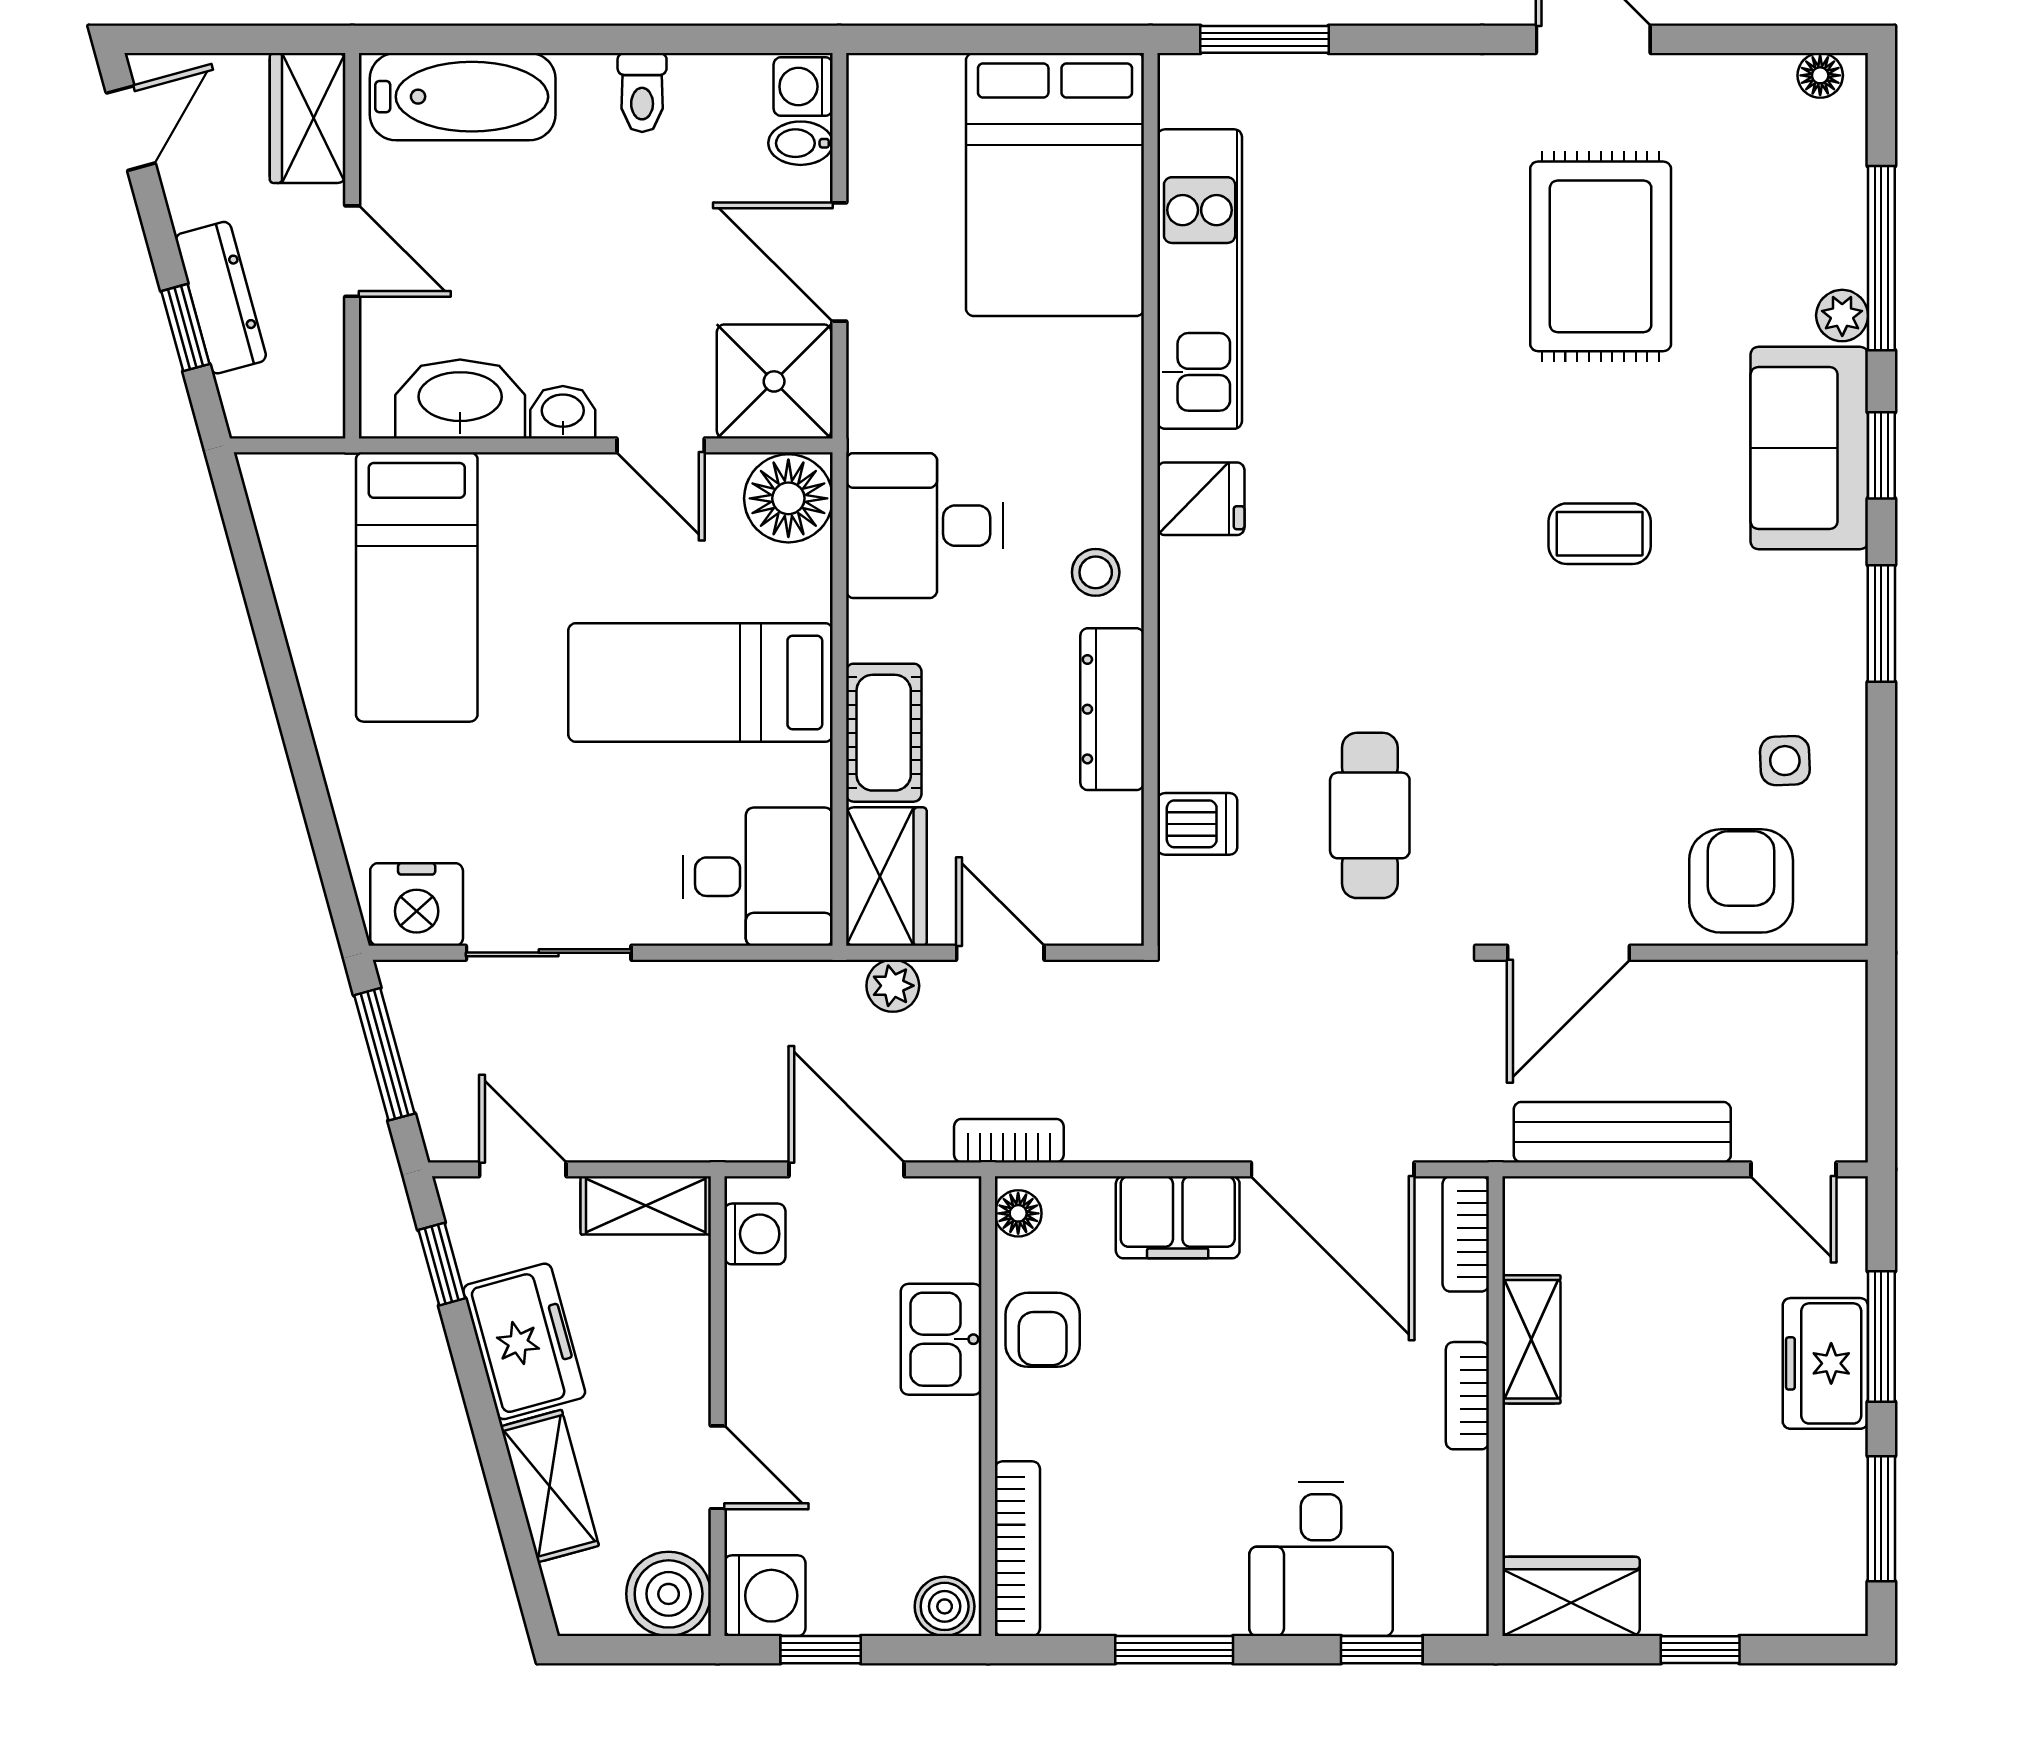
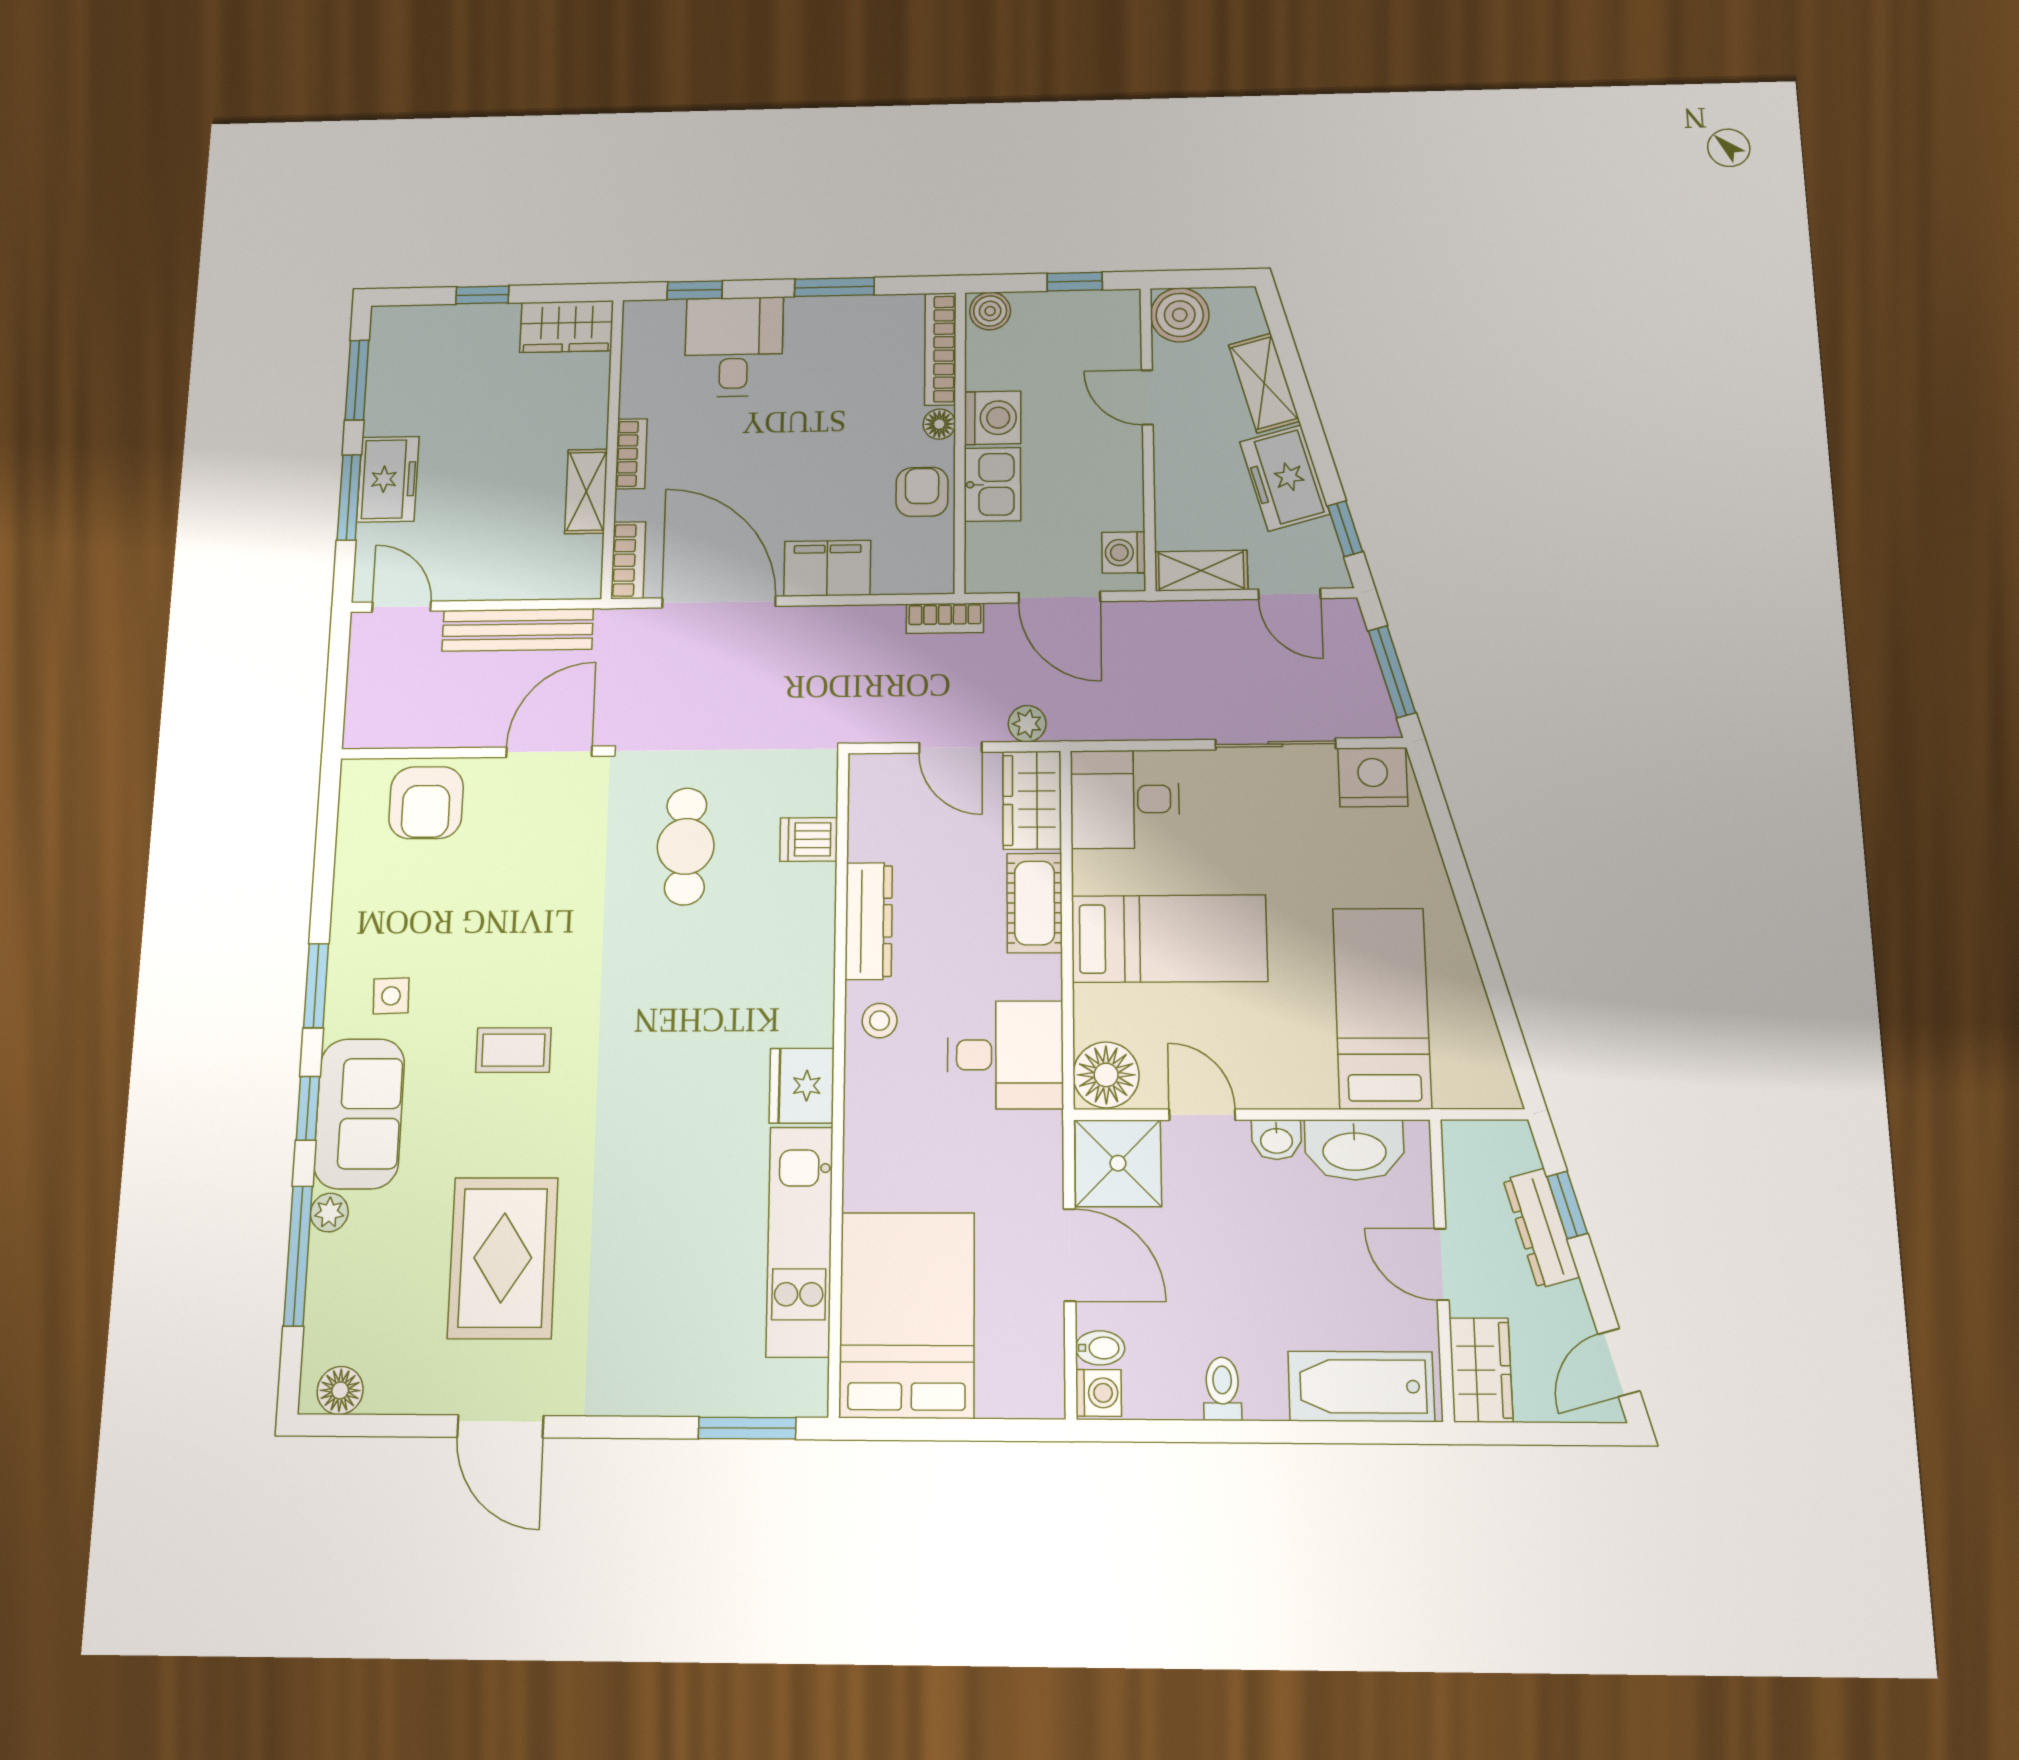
floor lamp: (1820, 75) -> (340, 1390), width x1.37, depth x1.37
fridge: (1201, 499) -> (802, 1086), width x1.38
side table: (1785, 761) -> (391, 996), moved
floor lamp: (1018, 1213) -> (939, 424), moved
washing machine: (765, 1596) -> (993, 418), moved, turned 180

